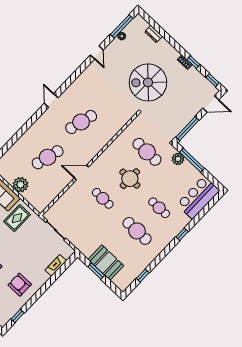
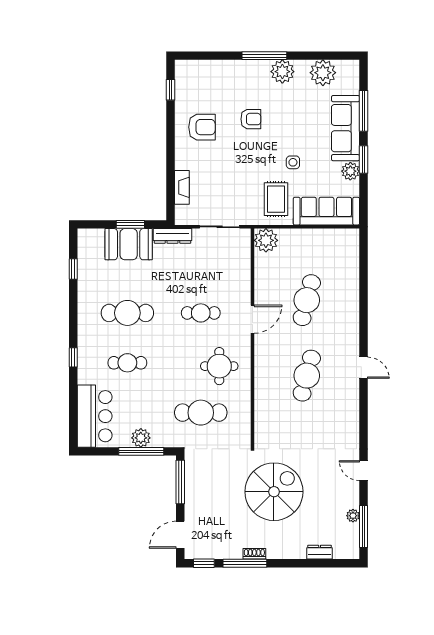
window: (193, 62) -> (245, 563), width x2.17
plant: (178, 159) -> (141, 438), moved
round table: (130, 179) -> (219, 366), moved
plant: (20, 185) -> (266, 240), moved
dresser: (82, 247) -> (173, 236), added

